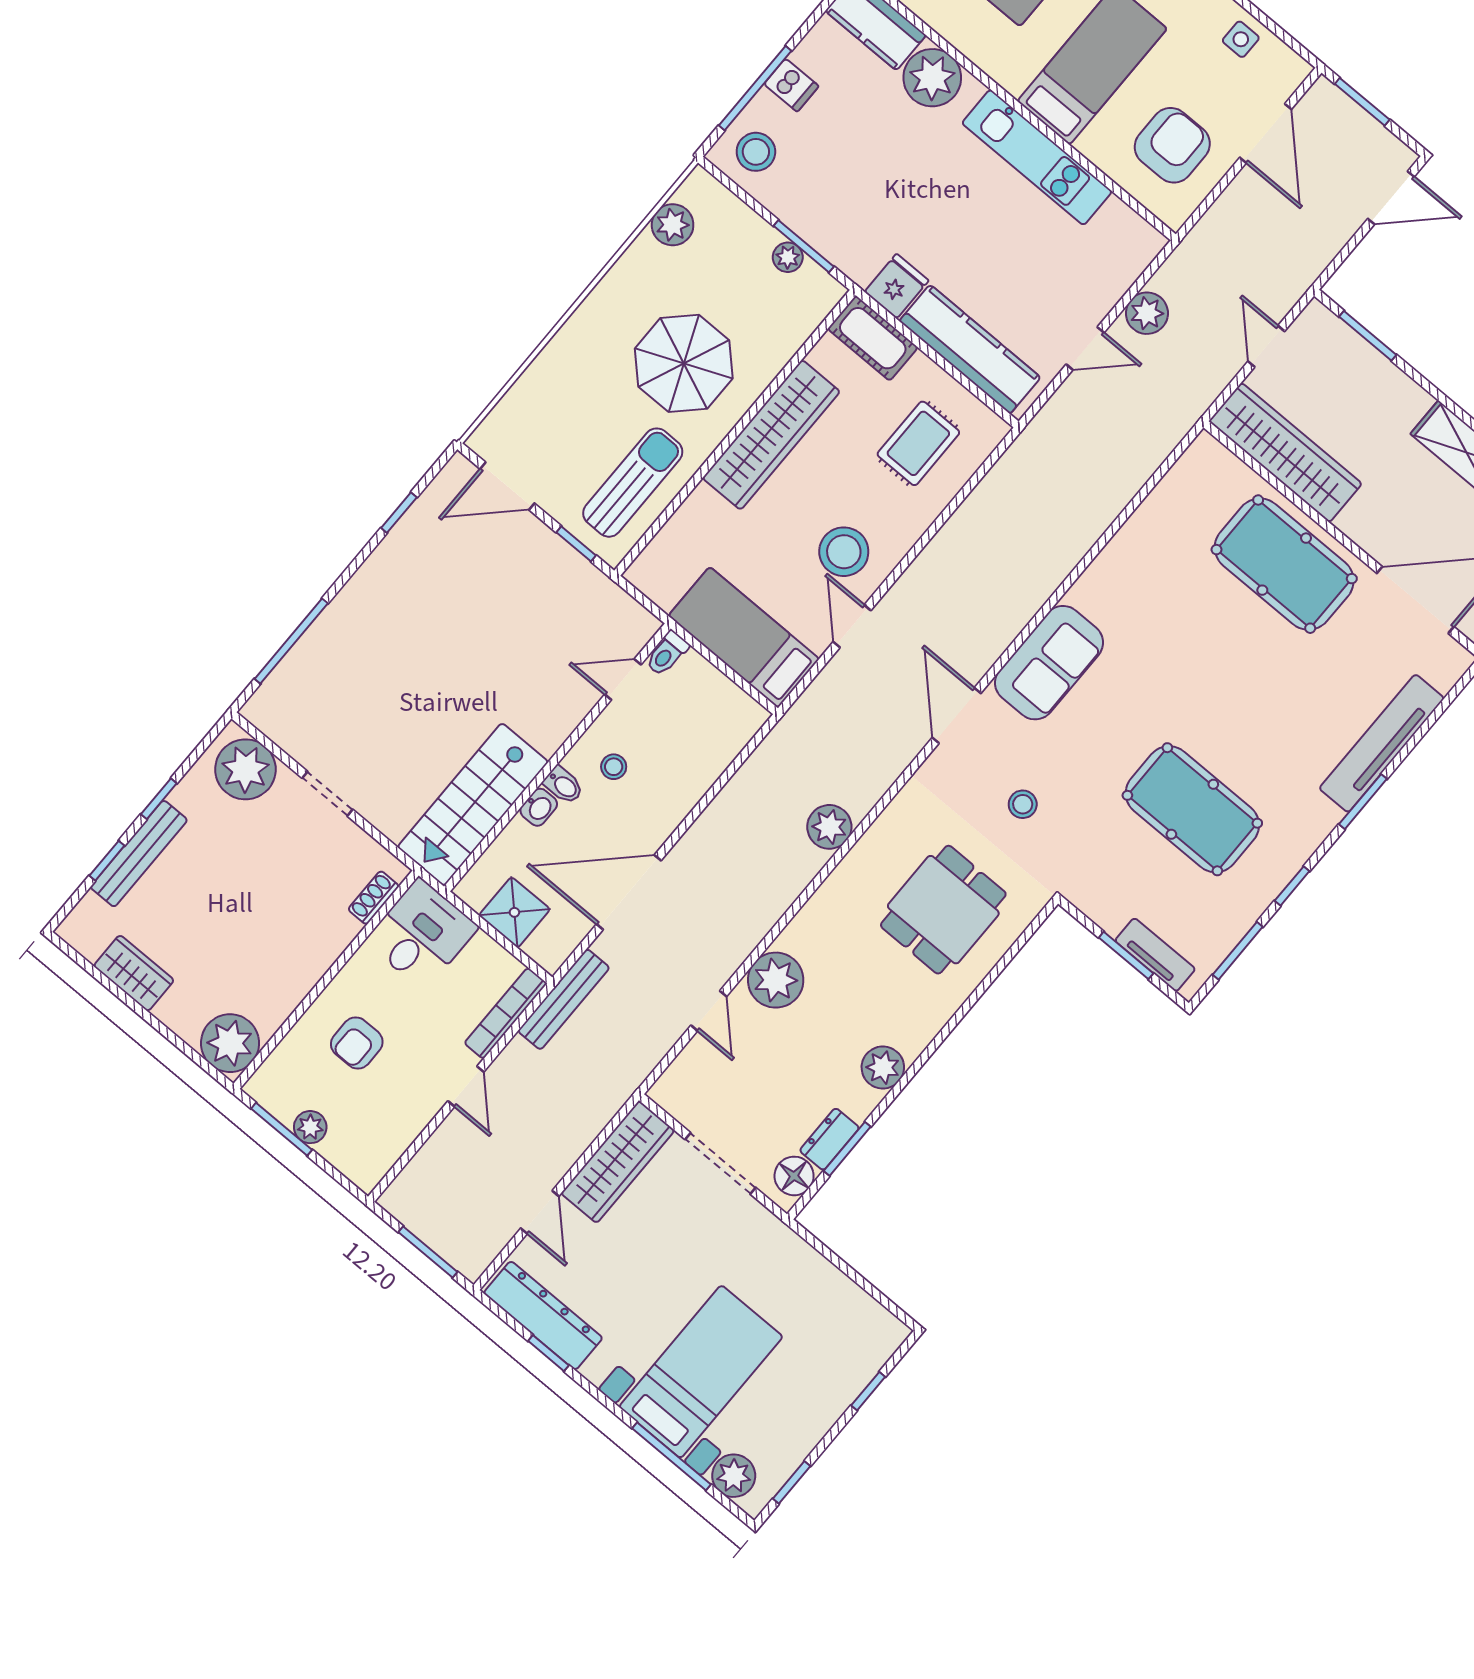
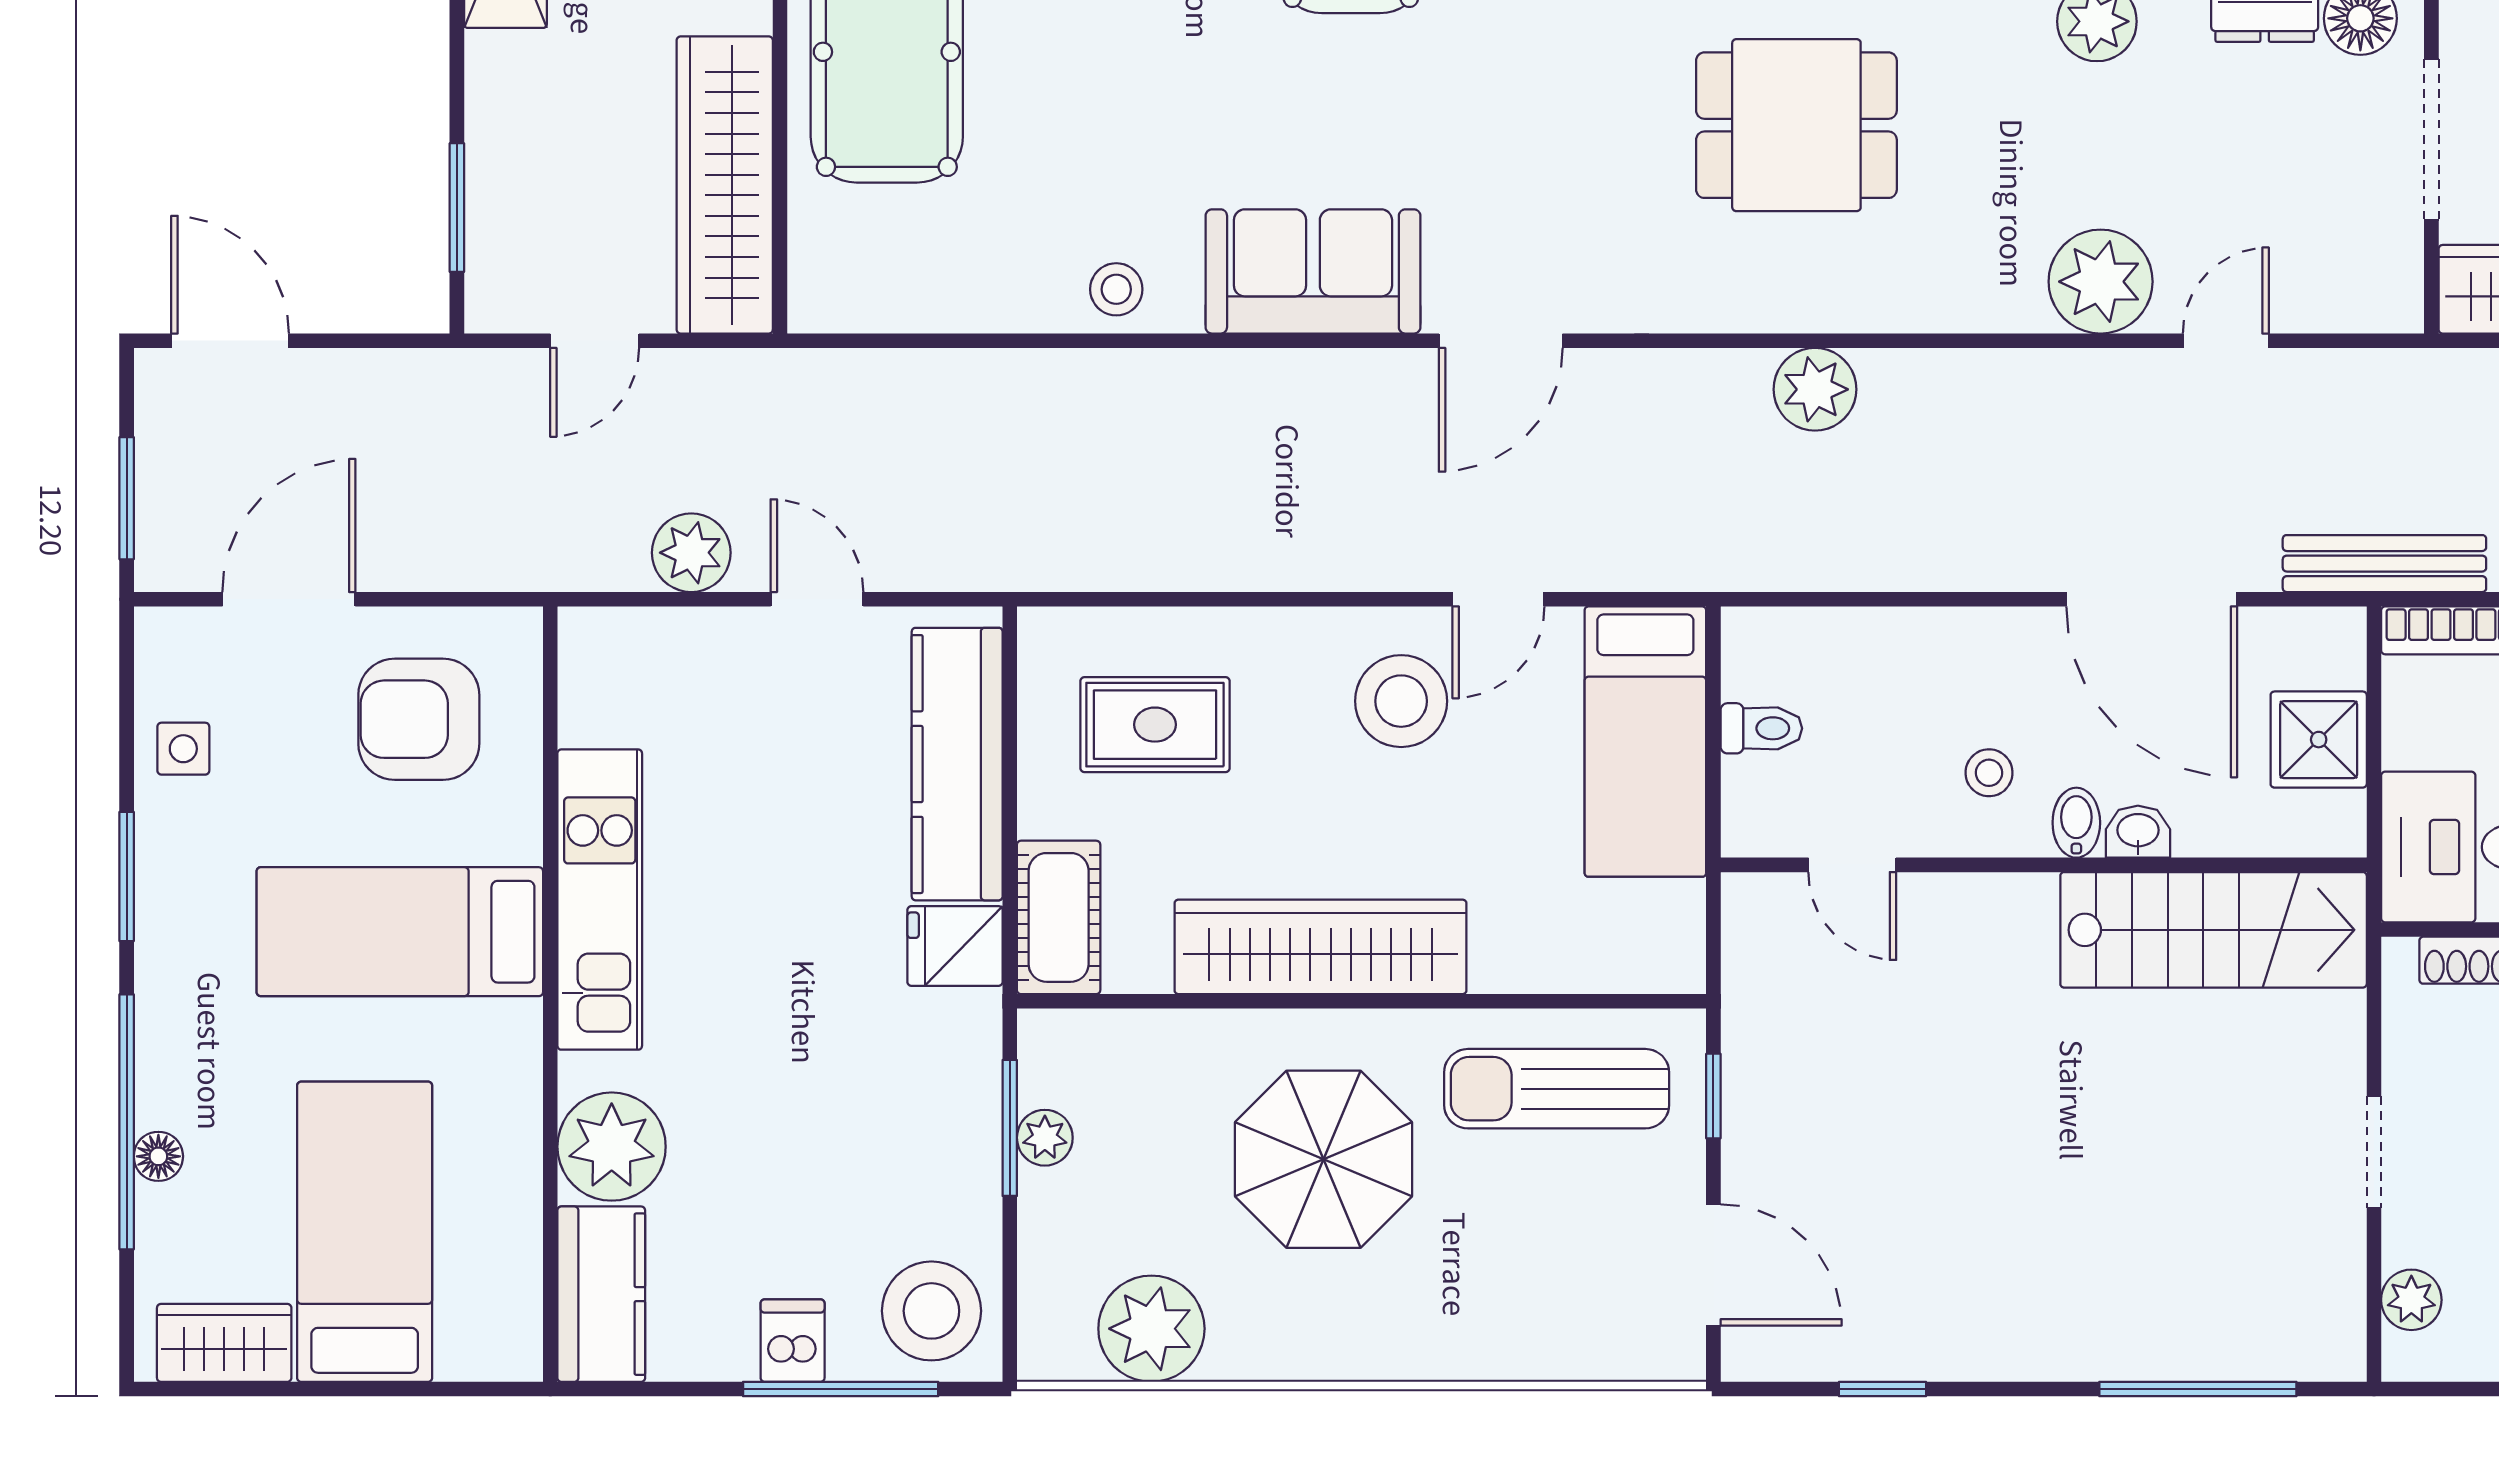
stool: (756, 152) -> (931, 1311), width x1.38, depth x1.38
plant: (673, 225) -> (1151, 1329), width x1.36, depth x1.36
toilet: (667, 653) -> (1761, 728), moved
plant: (245, 769) -> (2411, 1300), width x0.53, depth x0.53
stool: (1023, 804) -> (1116, 289), moved

